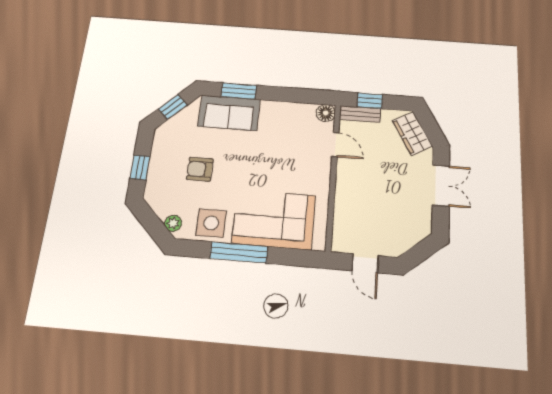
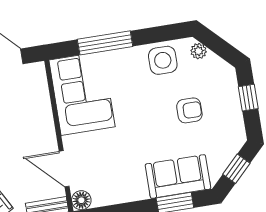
door: (335, 145) -> (64, 169), width x1.38
corner sofa: (274, 219) -> (82, 93), moved, turned -90
window: (239, 252) -> (105, 43), moved

